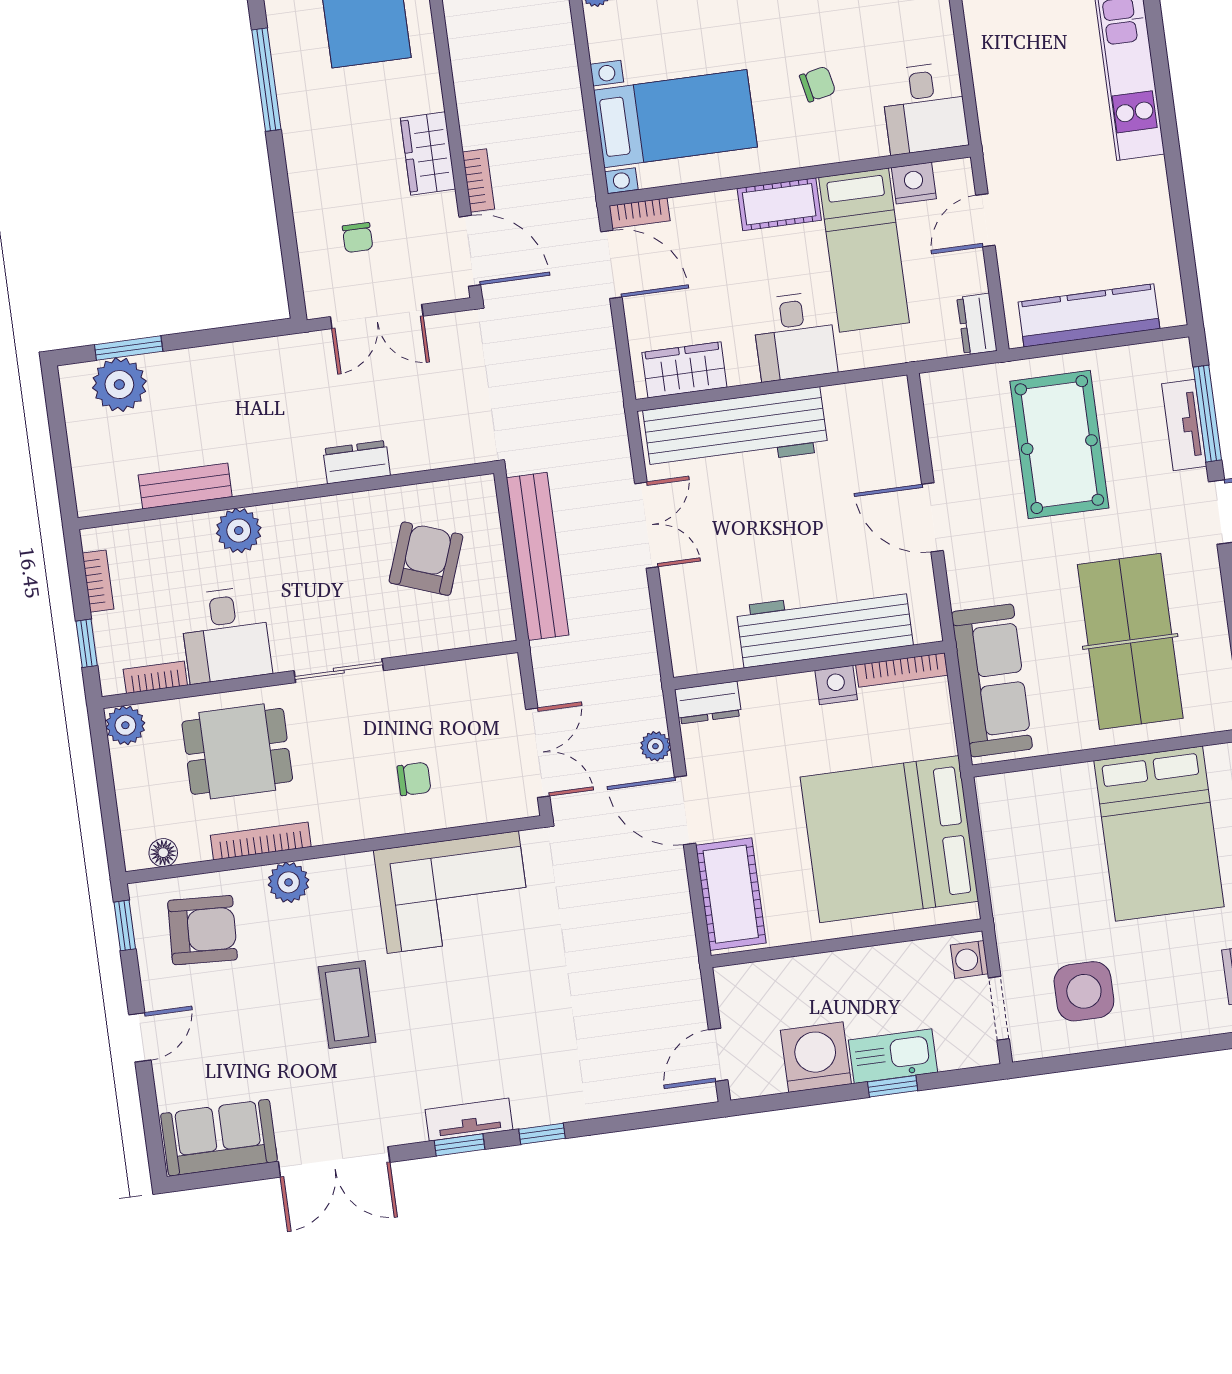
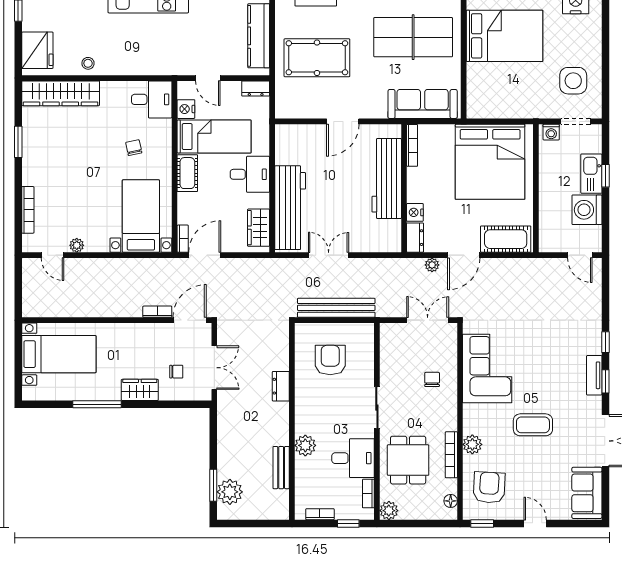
wardrobe: (428, 154) -> (140, 390), moved, turned 180
armchair: (426, 559) -> (330, 360), turned 70
nightstand: (836, 685) -> (415, 212), moved

